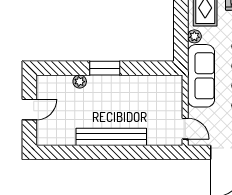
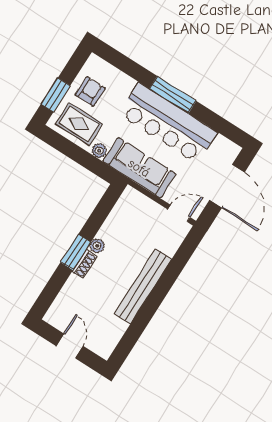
shoe rack: (100, 81) -> (85, 264), added
plant: (80, 82) -> (97, 246), moved

